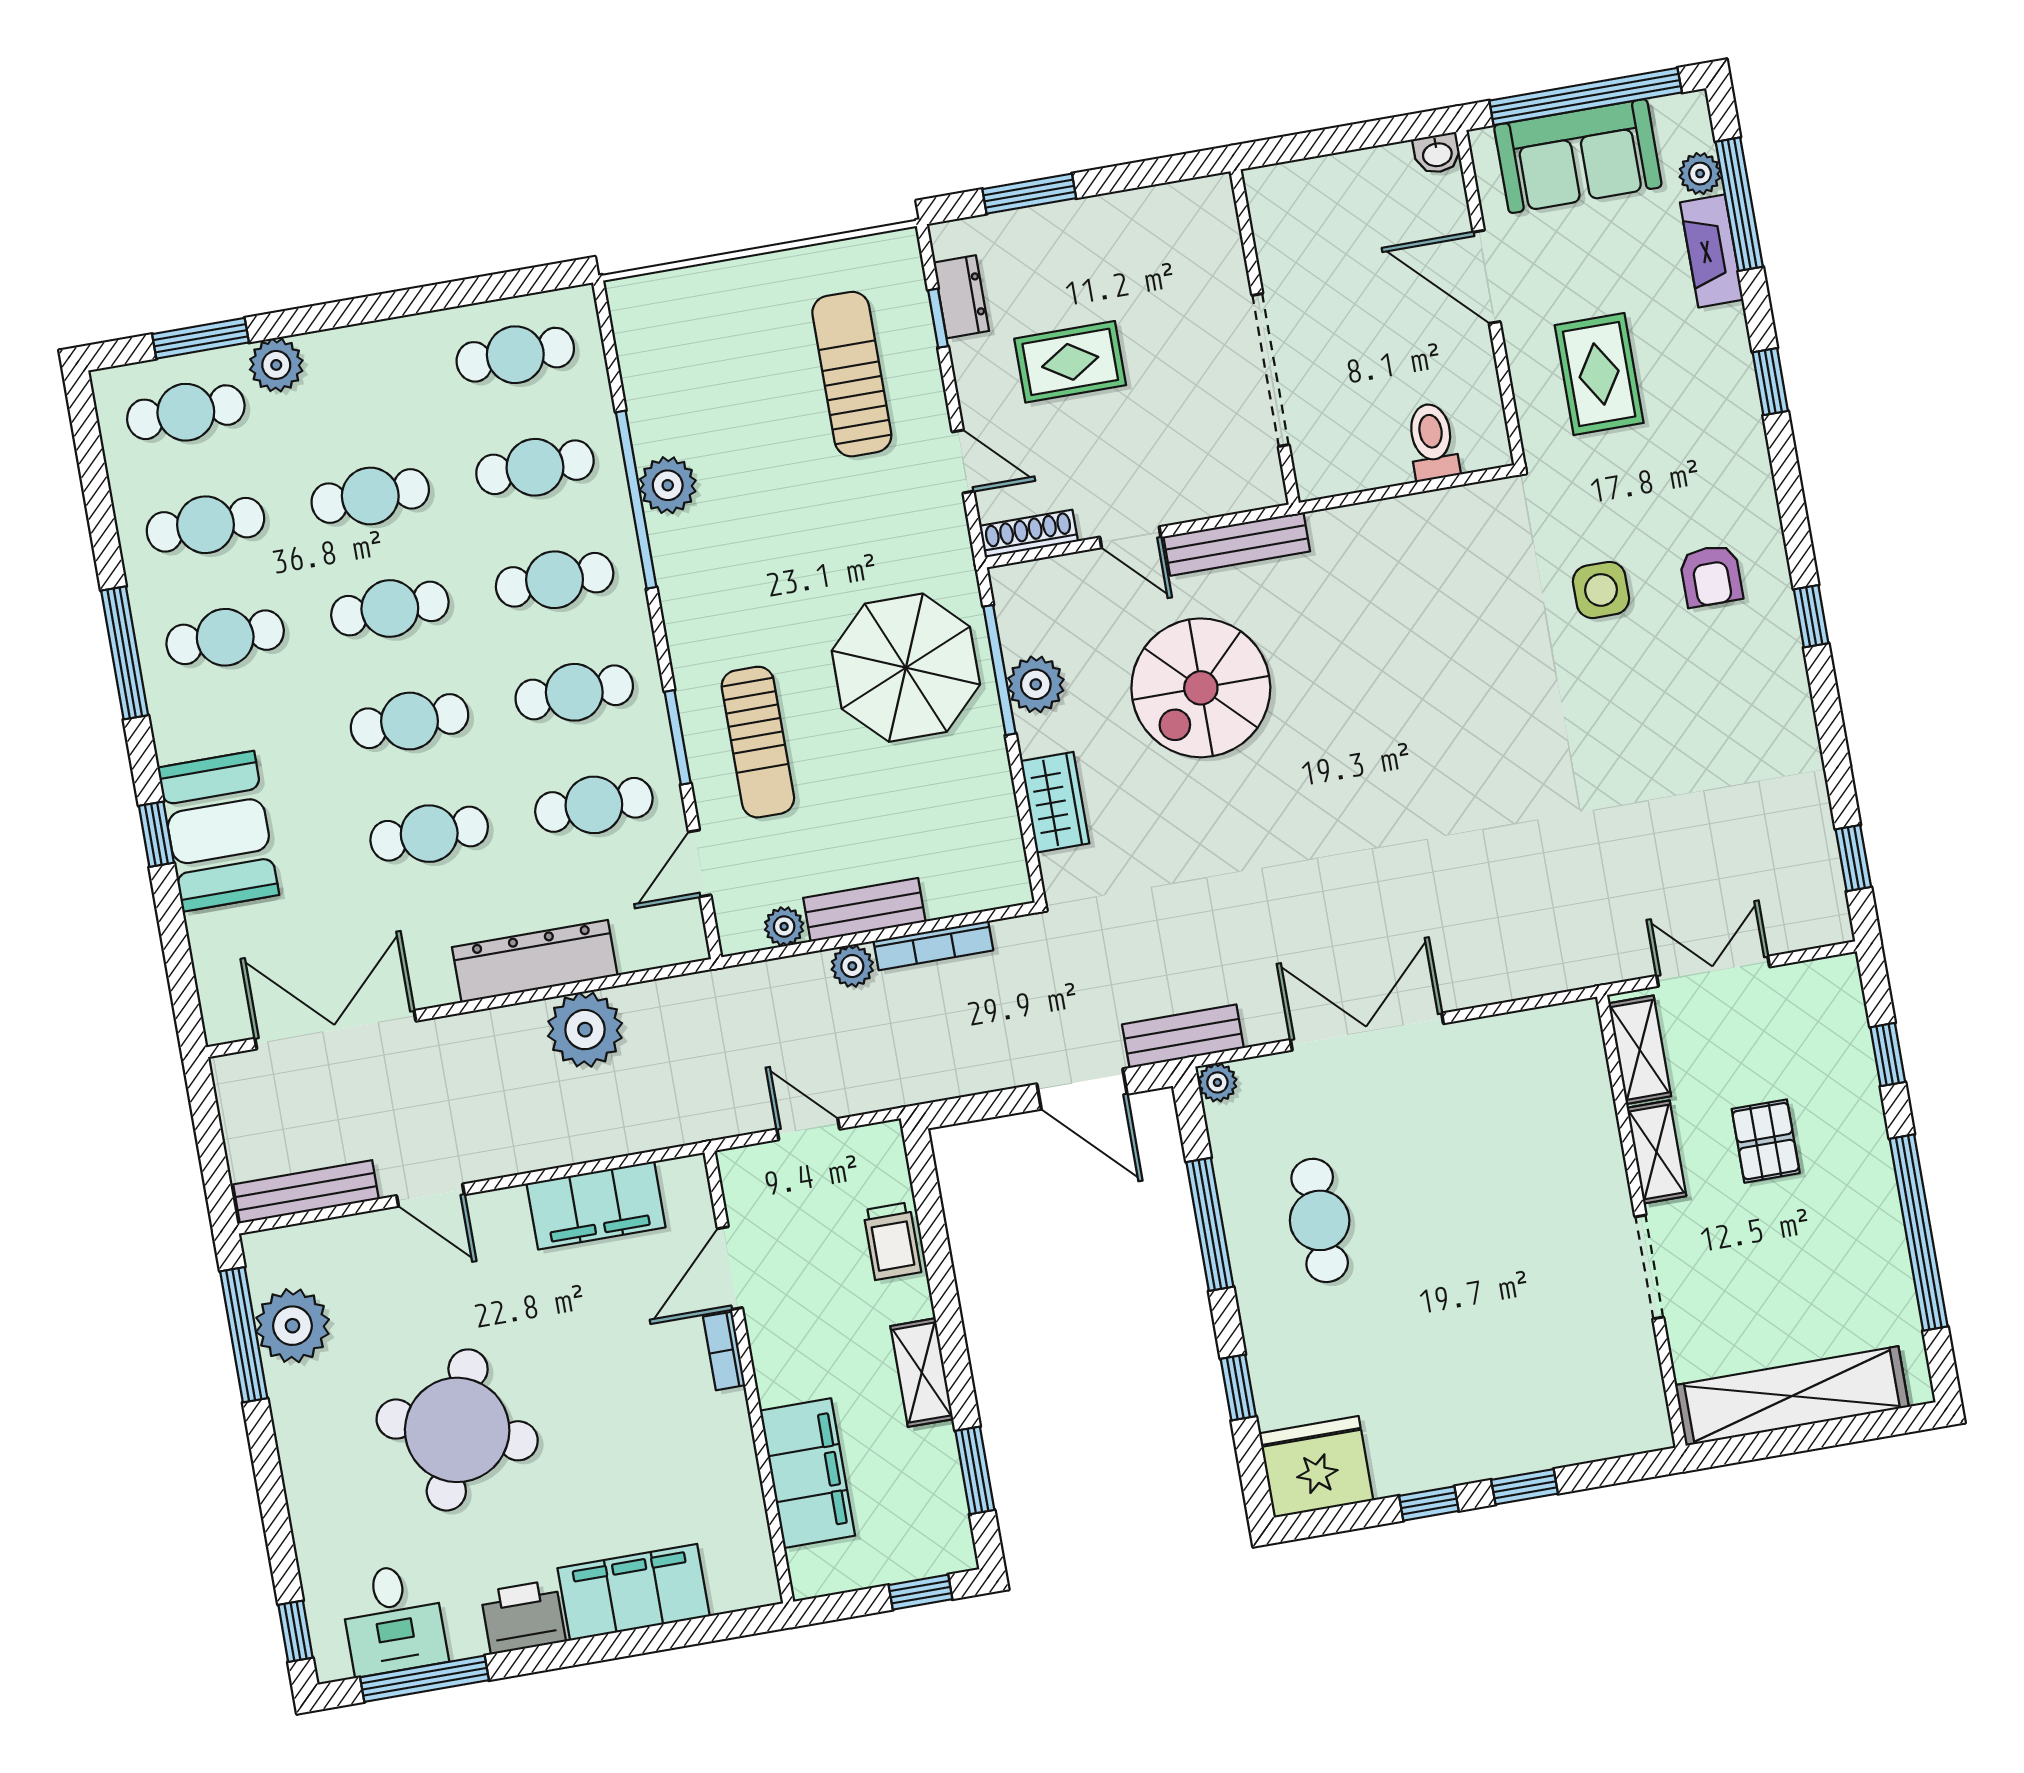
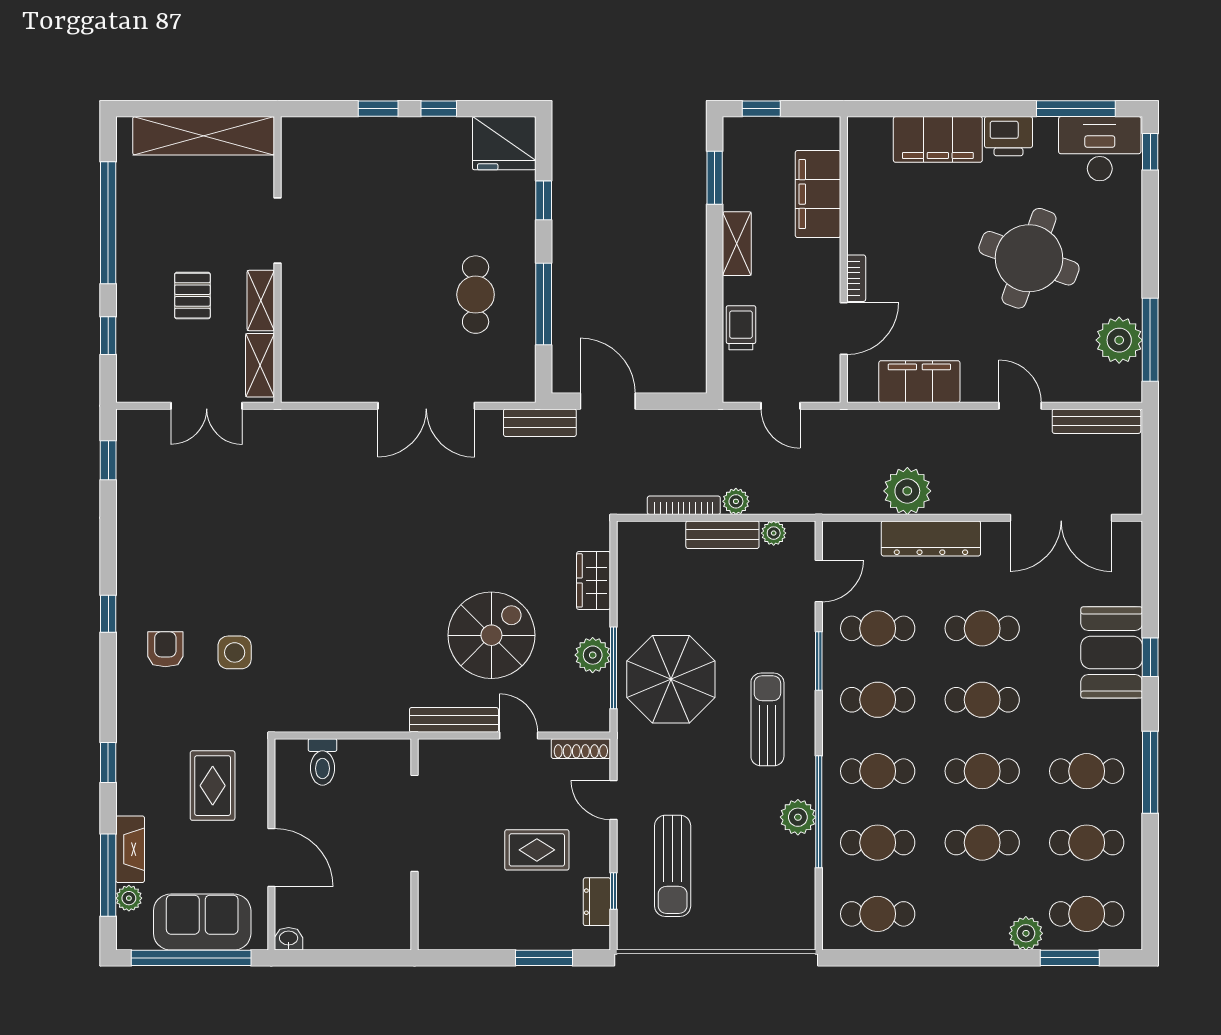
sun lounger: (758, 742) -> (767, 719), moved
plant: (1217, 1082) -> (524, 390), removed
desk: (393, 1619) -> (1100, 149), width x1.37

